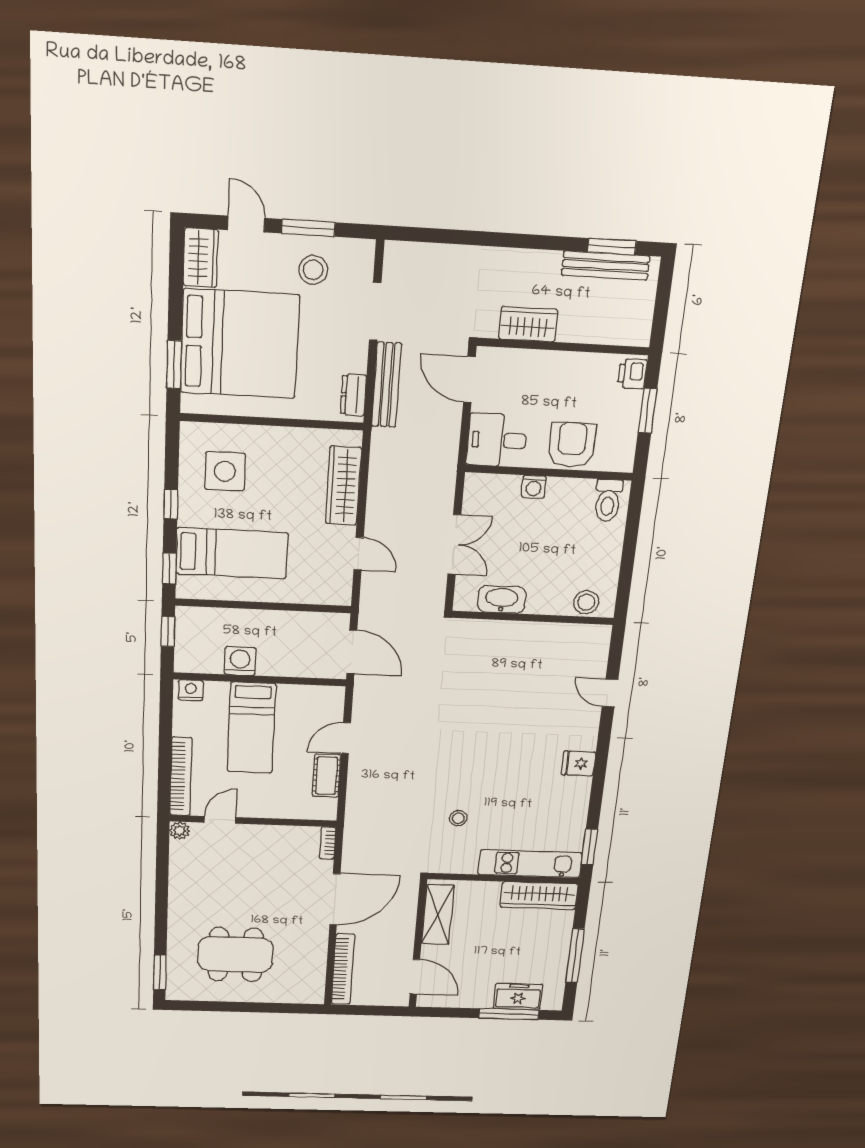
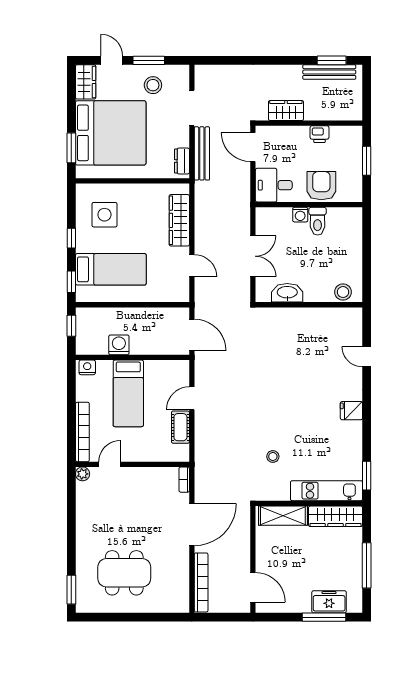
printer: (632, 374) -> (319, 134), moved, turned -90
toilet: (608, 500) -> (318, 221), moved
shelving: (438, 914) -> (283, 516), moved, turned 90

